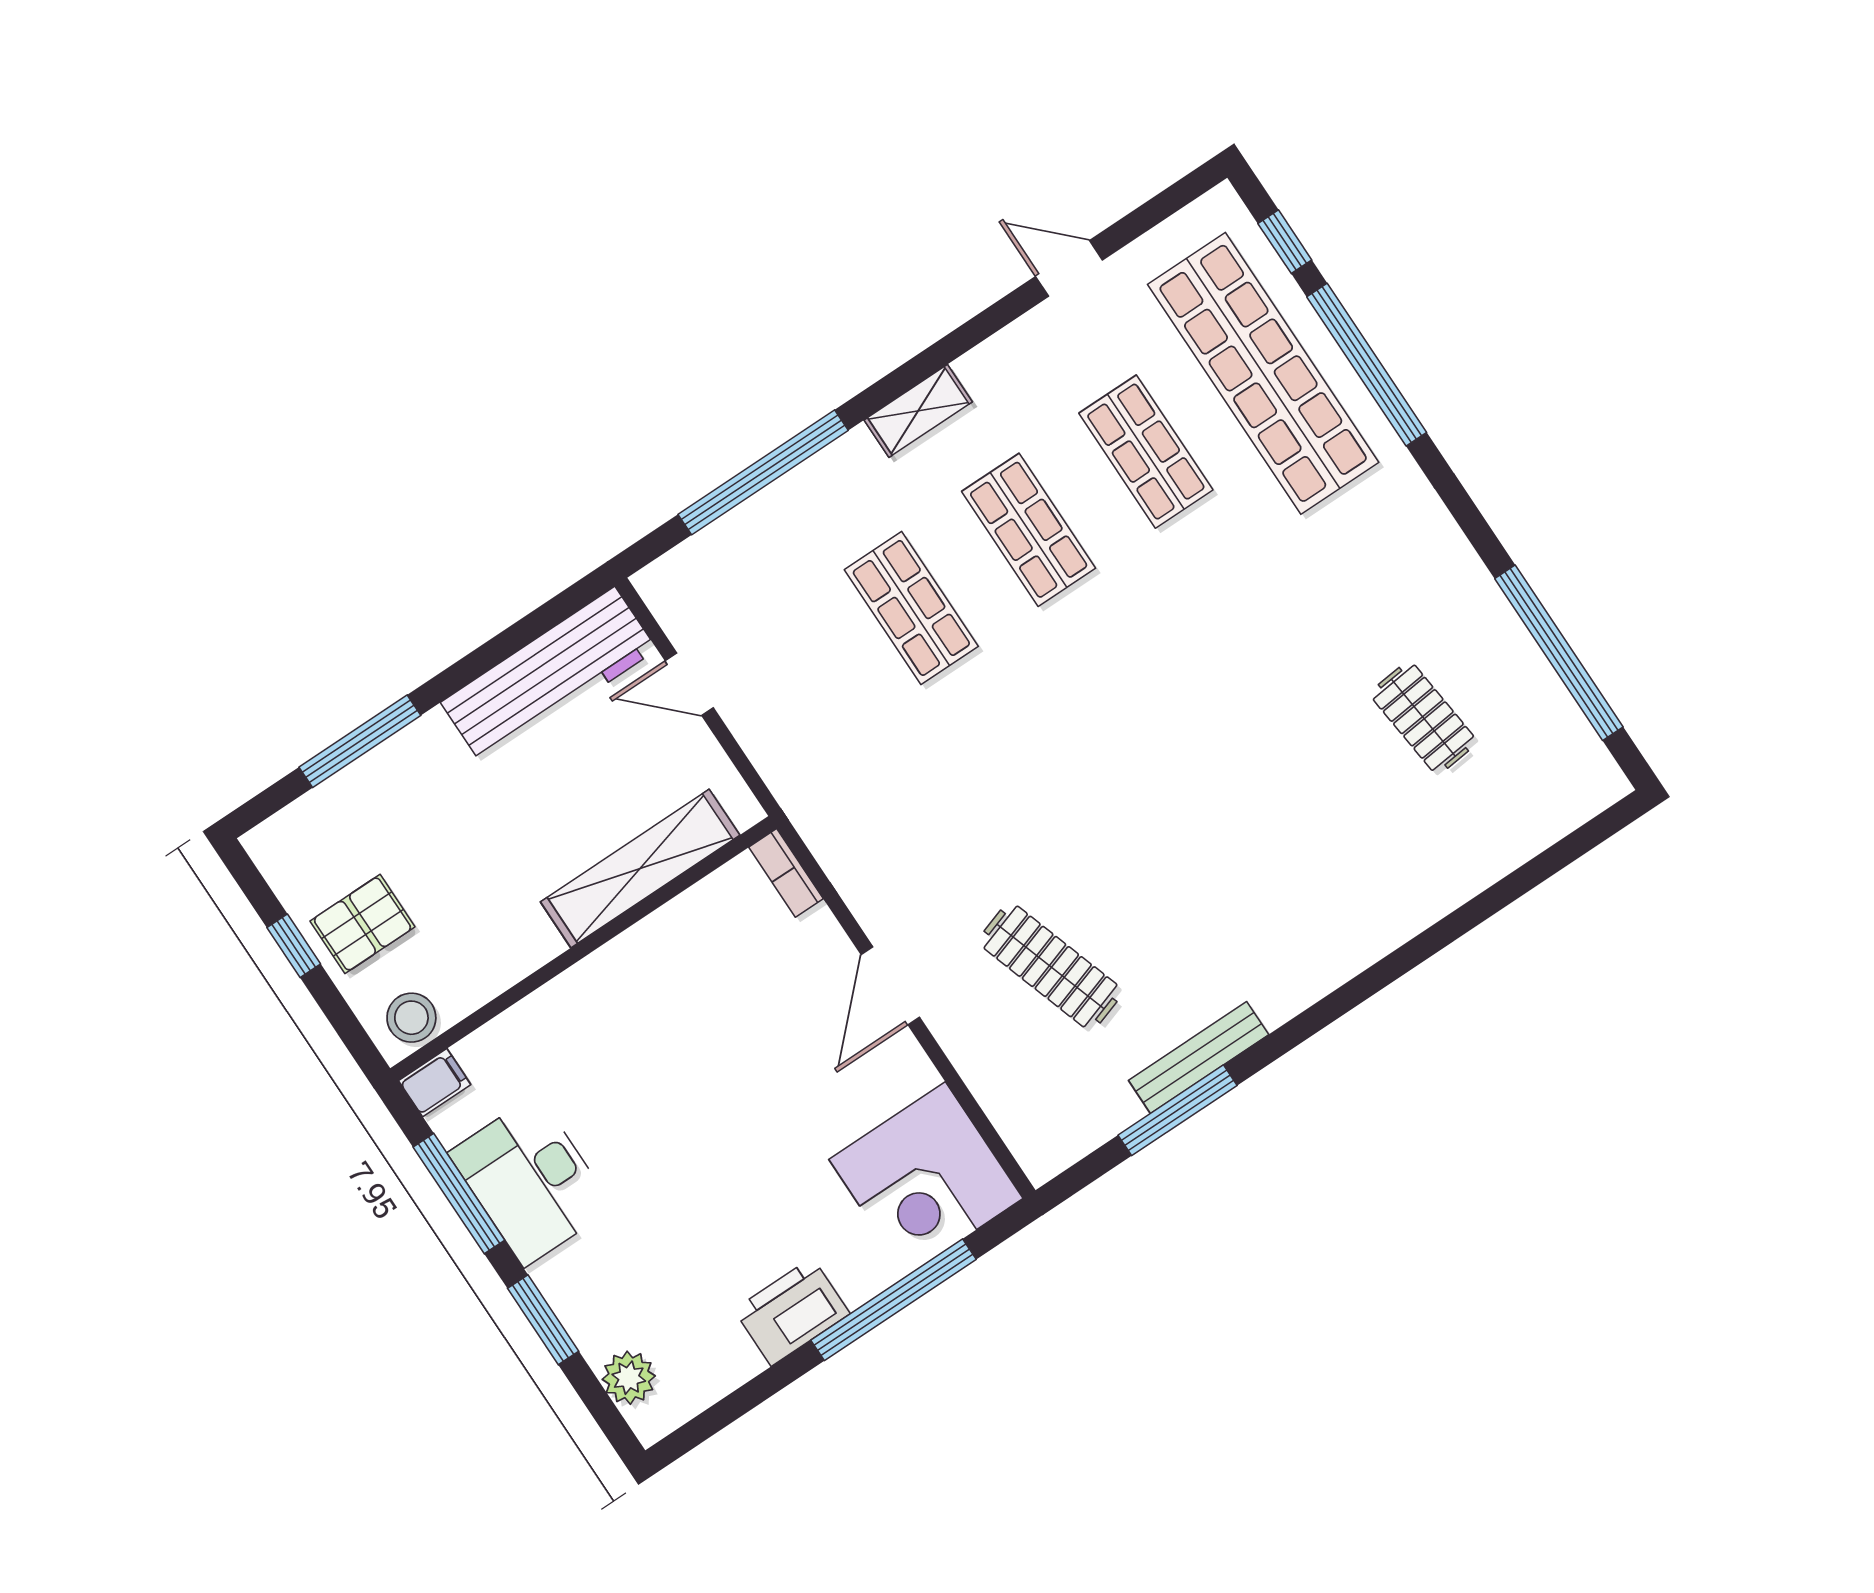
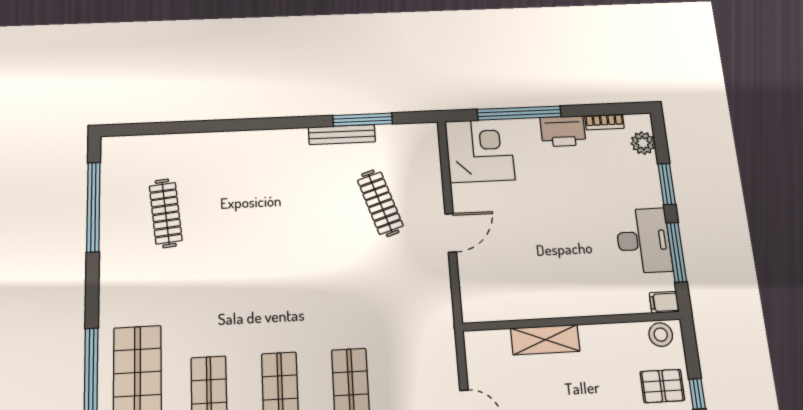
clothes rail: (1423, 718) -> (166, 213), width x1.36
shelving: (640, 868) -> (545, 340), width x0.68
bookcase: (786, 873) -> (604, 122), moved, turned 90

